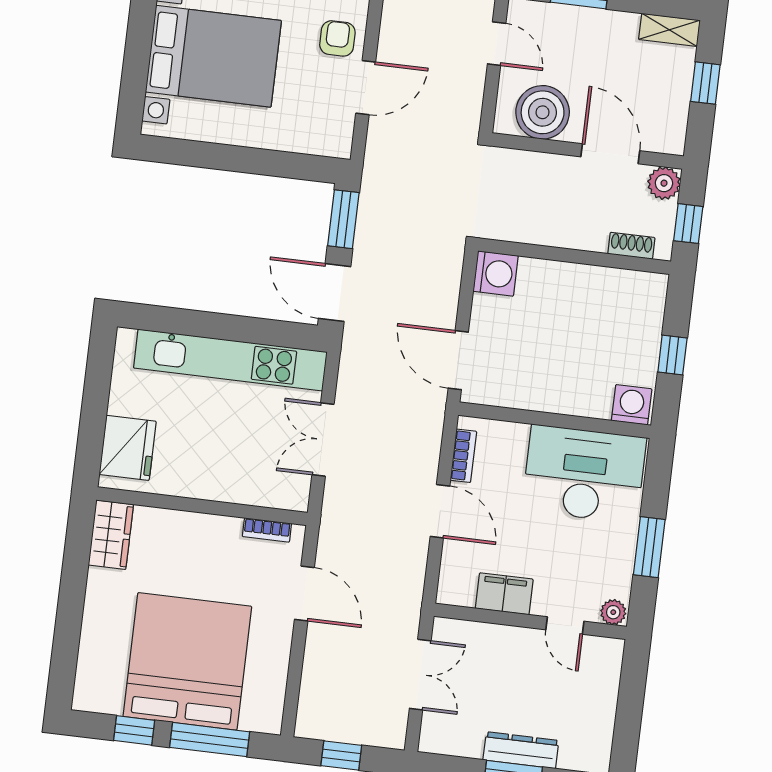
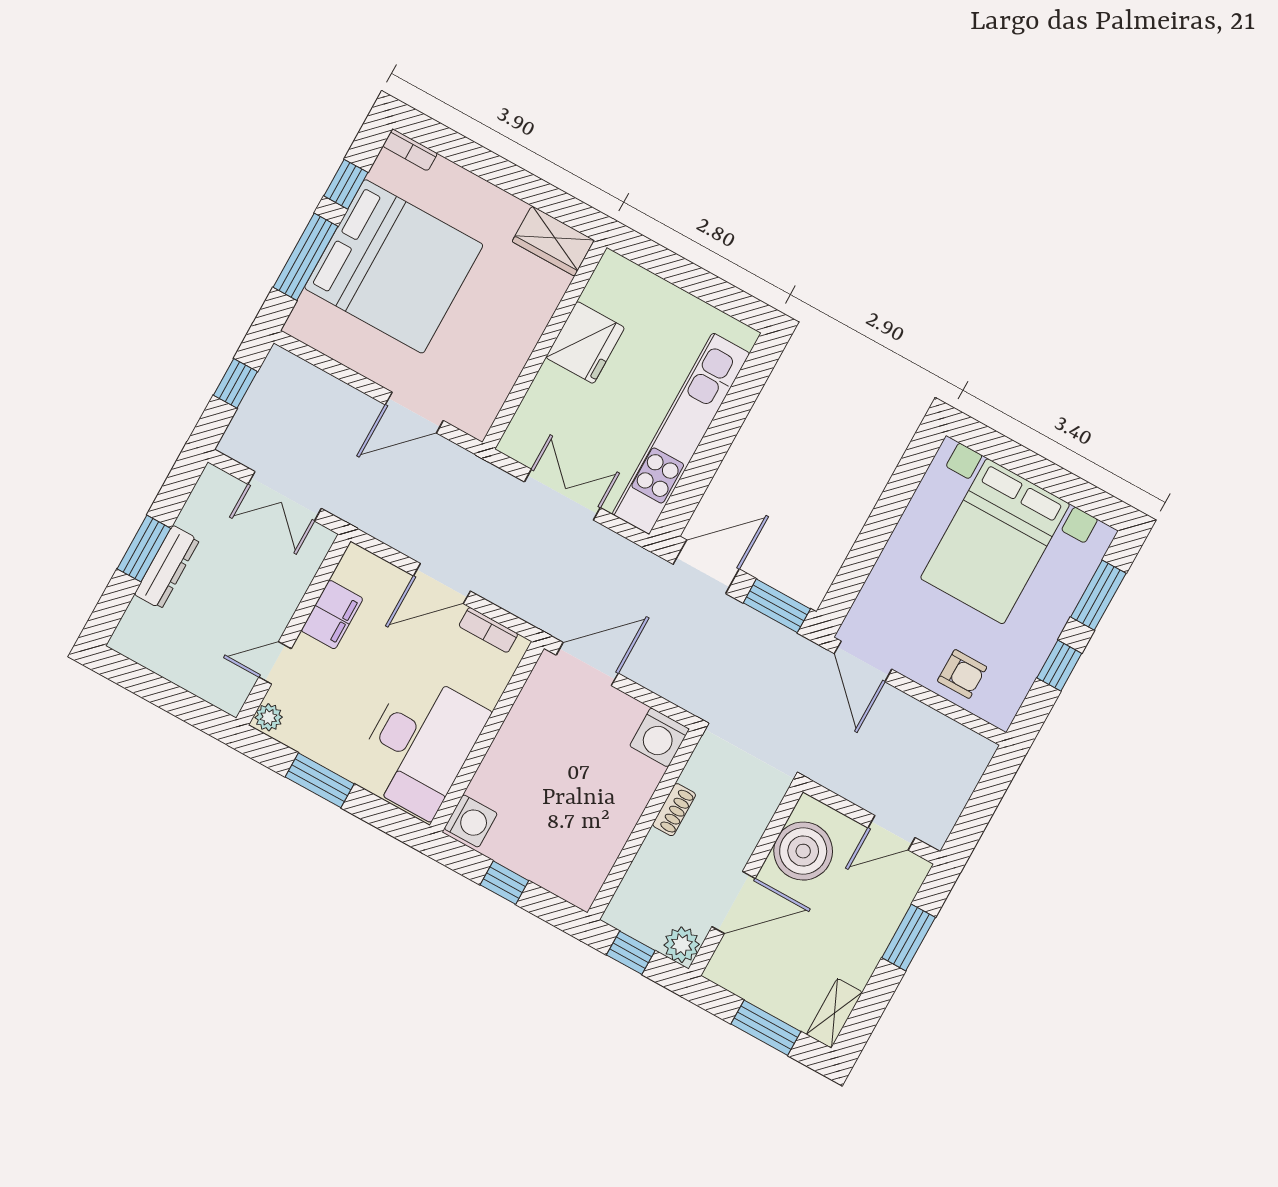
window: (705, 83) -> (766, 1028), width x1.50
door: (366, 88) -> (863, 661), moved
shoe rack: (631, 246) -> (674, 810), moved
fridge: (128, 448) -> (585, 343), moved, turned -90
bookcase: (267, 530) -> (410, 150), moved, turned -90

